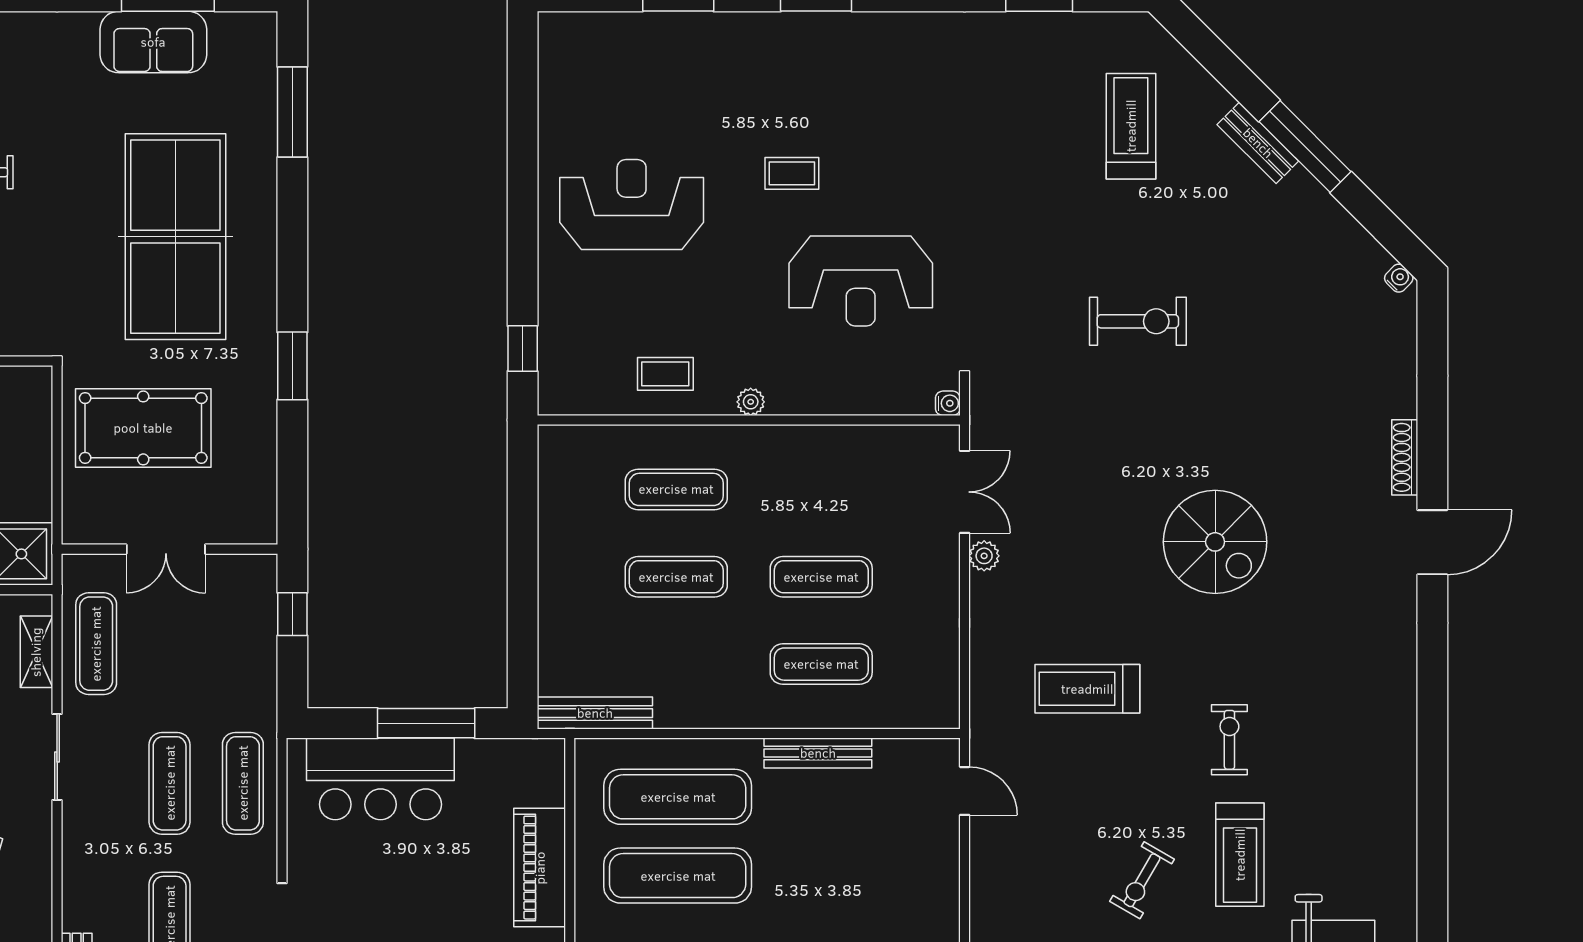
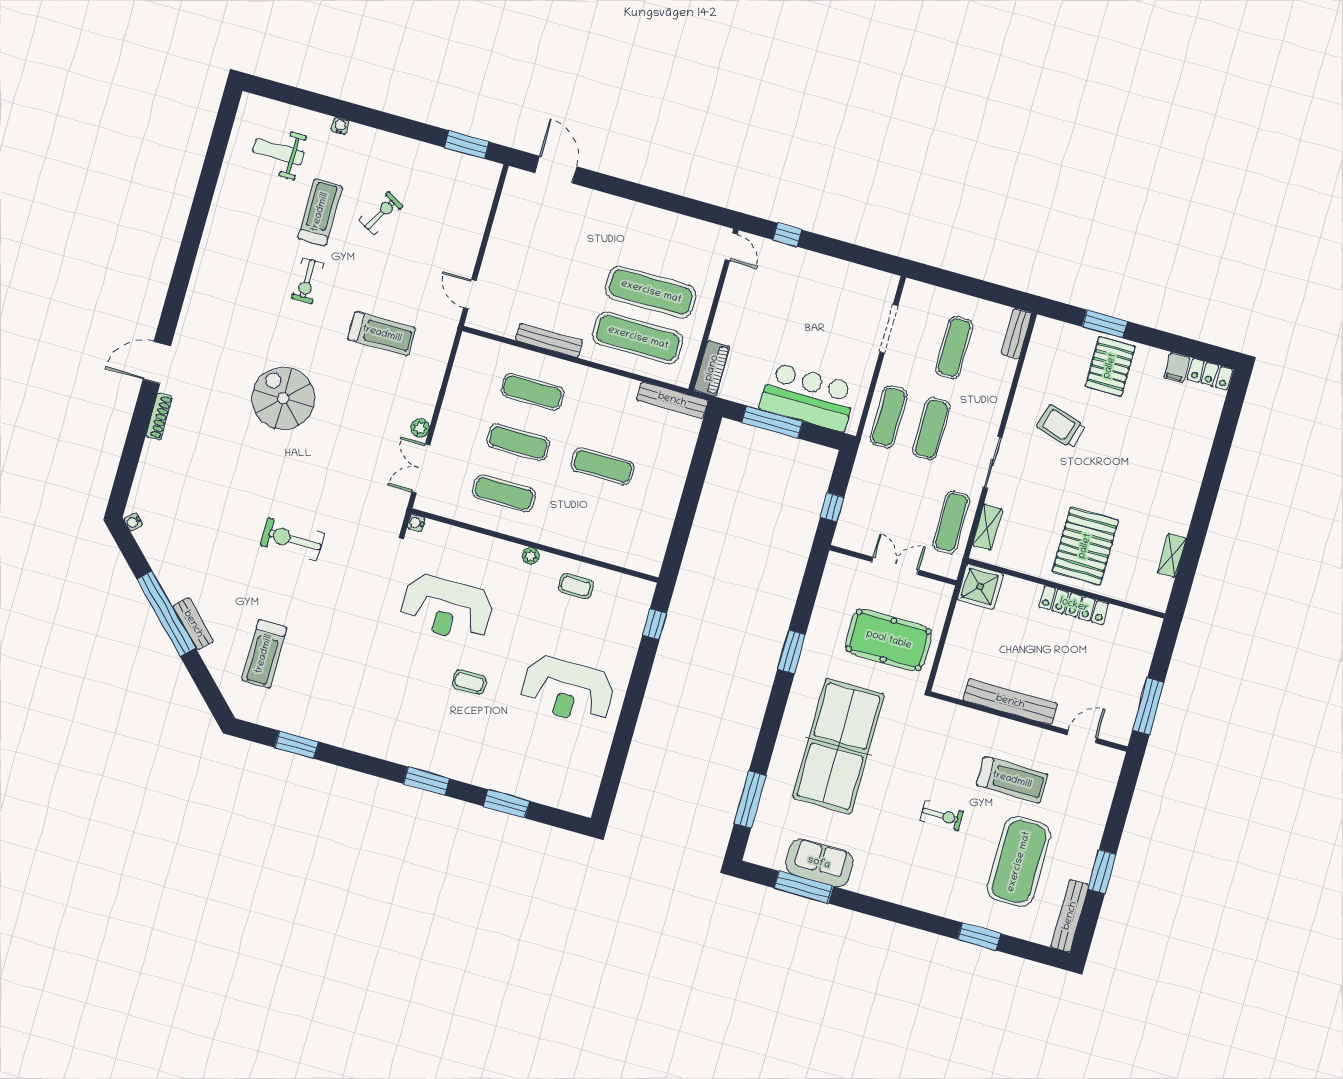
window: (1305, 147) -> (166, 614), width x1.46
reception desk: (861, 281) -> (447, 608), turned 180
exercise mat: (676, 489) -> (504, 493), moved
piano: (540, 868) -> (712, 368), moved, width x0.73, depth x0.75

